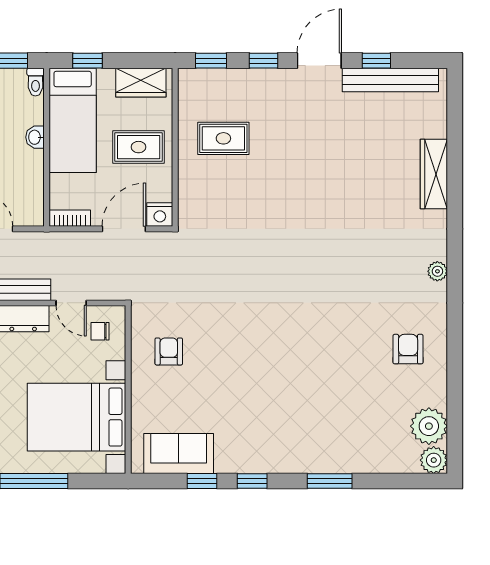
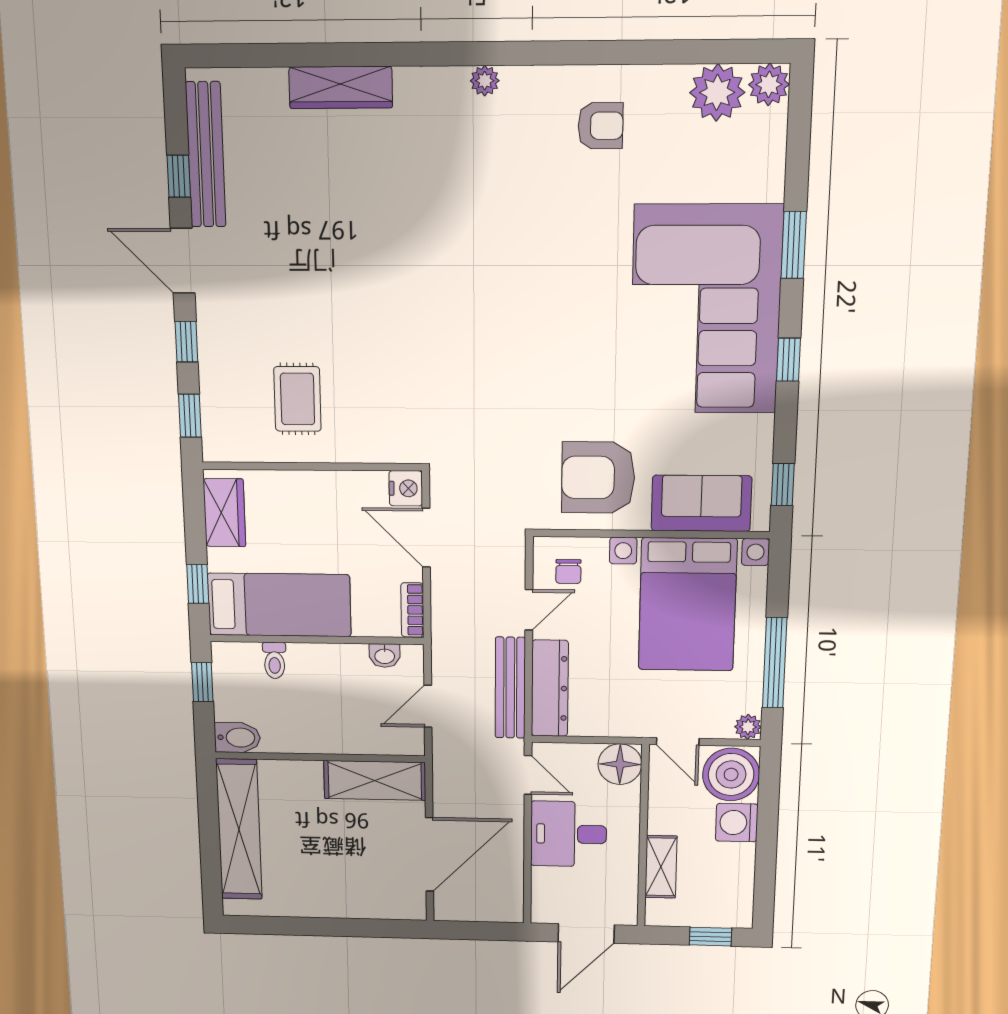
toilet: (35, 82) -> (274, 660), moved, turned 90
washbasin: (35, 137) -> (385, 656), moved
rug: (139, 147) -> (313, 517), removed
armchair: (408, 349) -> (600, 126), turned 180
armchair: (169, 351) -> (598, 478), width x1.88, depth x1.88
corner sofa: (286, 423) -> (706, 310), added
sofa: (179, 454) -> (701, 503), moved, turned 90
window: (202, 481) -> (783, 485), moved

